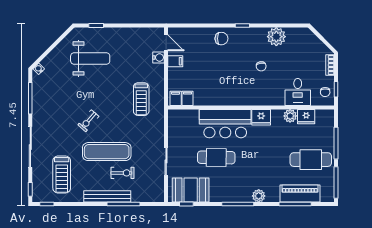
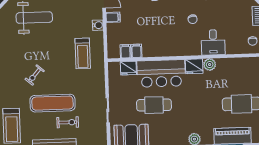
water cooler: (159, 57) -> (98, 25), moved
desk: (298, 92) -> (213, 42), moved
filing cabinet: (176, 98) -> (136, 51), moved
plant: (290, 116) -> (210, 65), moved
fridge: (306, 117) -> (128, 68), moved

